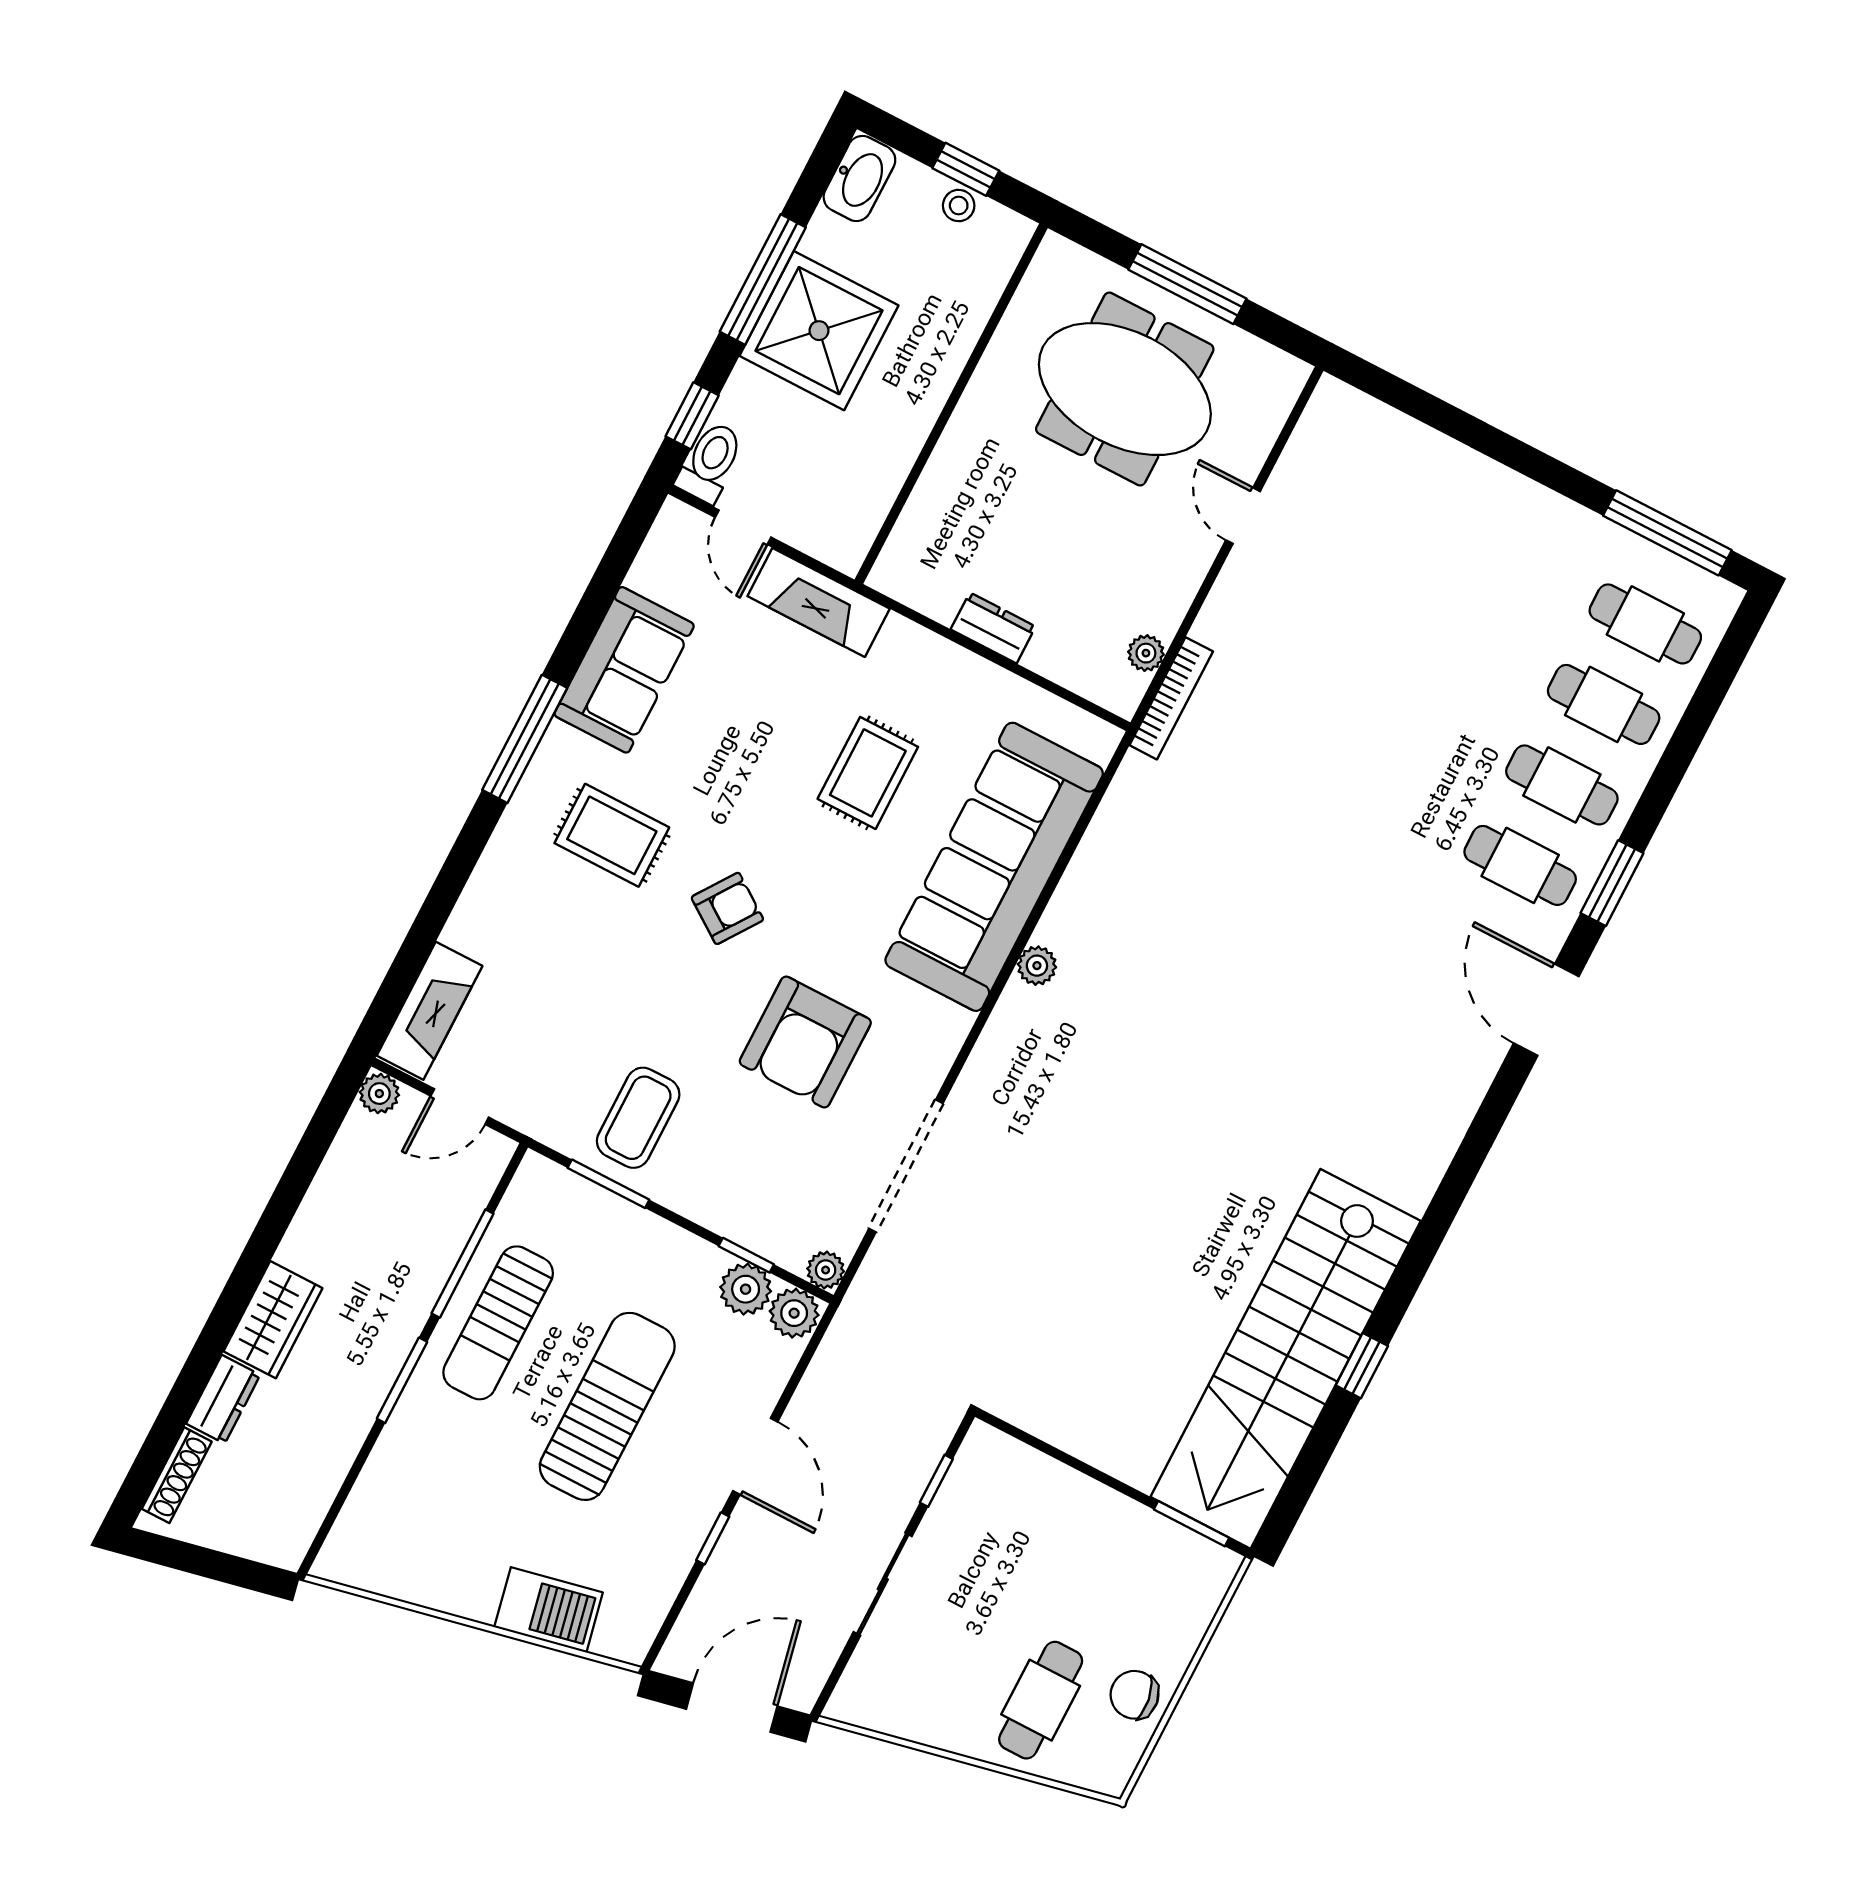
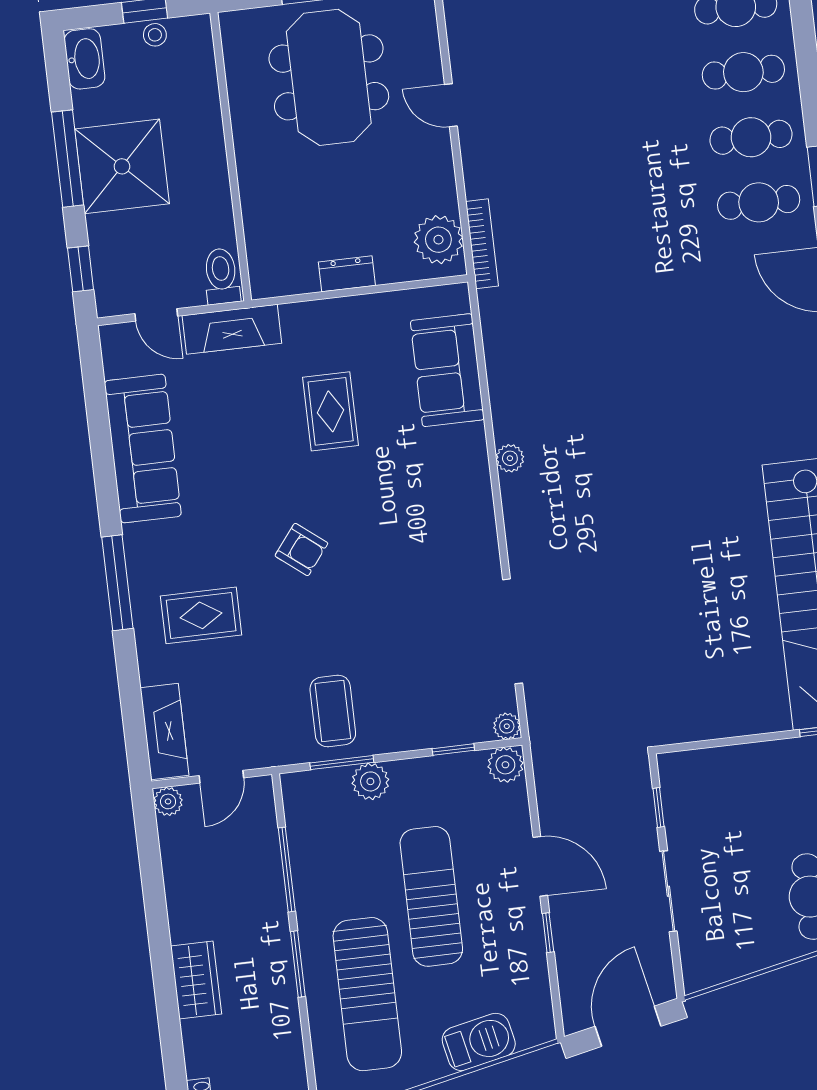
meeting table: (1125, 389) -> (329, 77), turned 90
toilet: (710, 462) -> (221, 276), moved
plant: (1146, 653) -> (438, 240), width x1.88, depth x1.88
sofa: (624, 670) -> (143, 449), width x1.36
window: (525, 739) -> (117, 583), moved
rug: (612, 835) -> (201, 615), moved
sofa: (994, 867) -> (447, 370), width x0.54, depth x0.79
armchair: (727, 908) -> (301, 550), turned 93
armchair: (805, 1042) -> (402, 598), removed
plant: (746, 1289) -> (370, 781), moved
sun lounger: (498, 1323) -> (367, 994), moved, width x1.36, depth x1.34
dresser: (223, 1399) -> (198, 1048), removed

